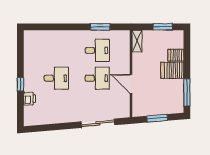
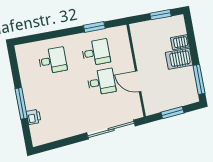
shelving: (137, 41) -> (136, 35), removed
desk: (56, 78) -> (53, 61), moved
window: (20, 84) -> (21, 103), width x2.17
sliding door: (98, 123) -> (111, 129), width x1.36

